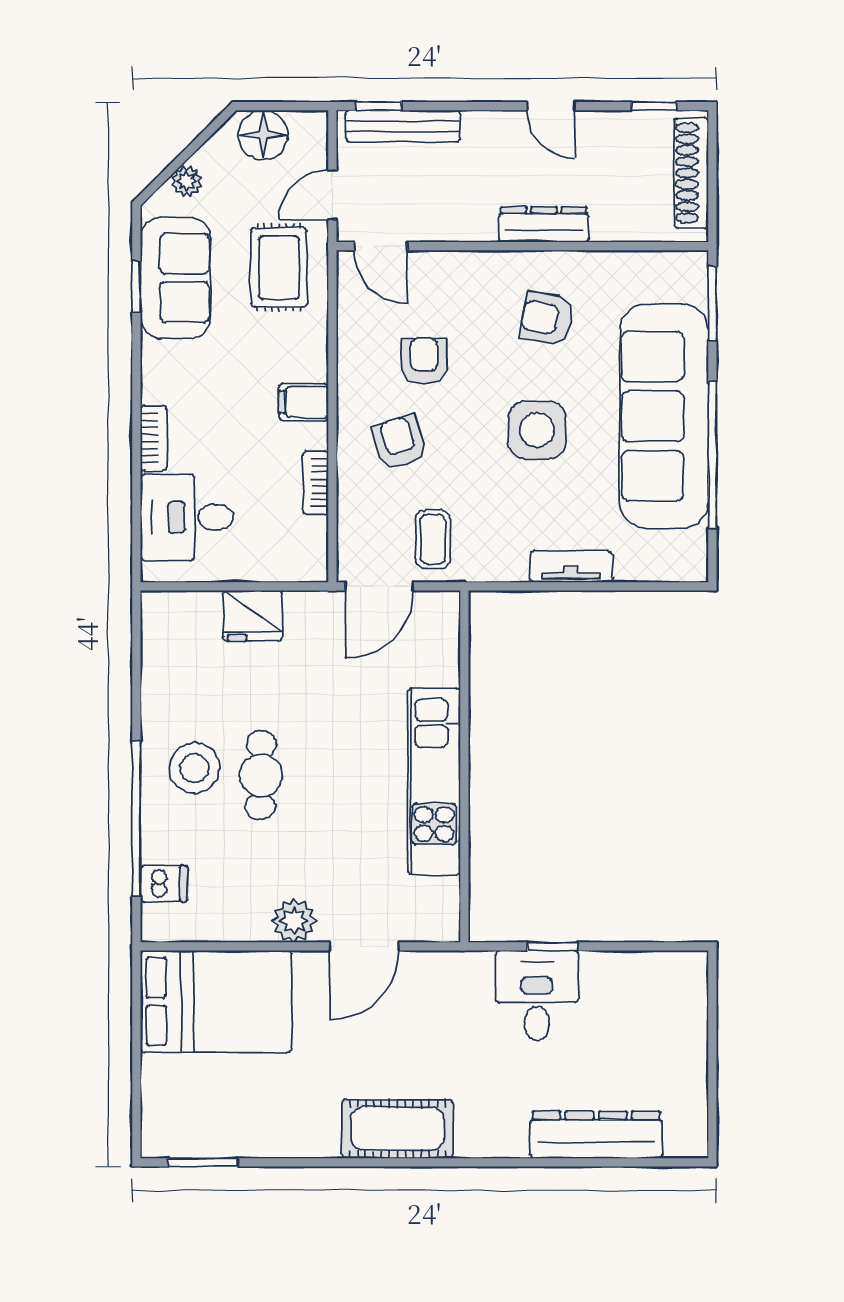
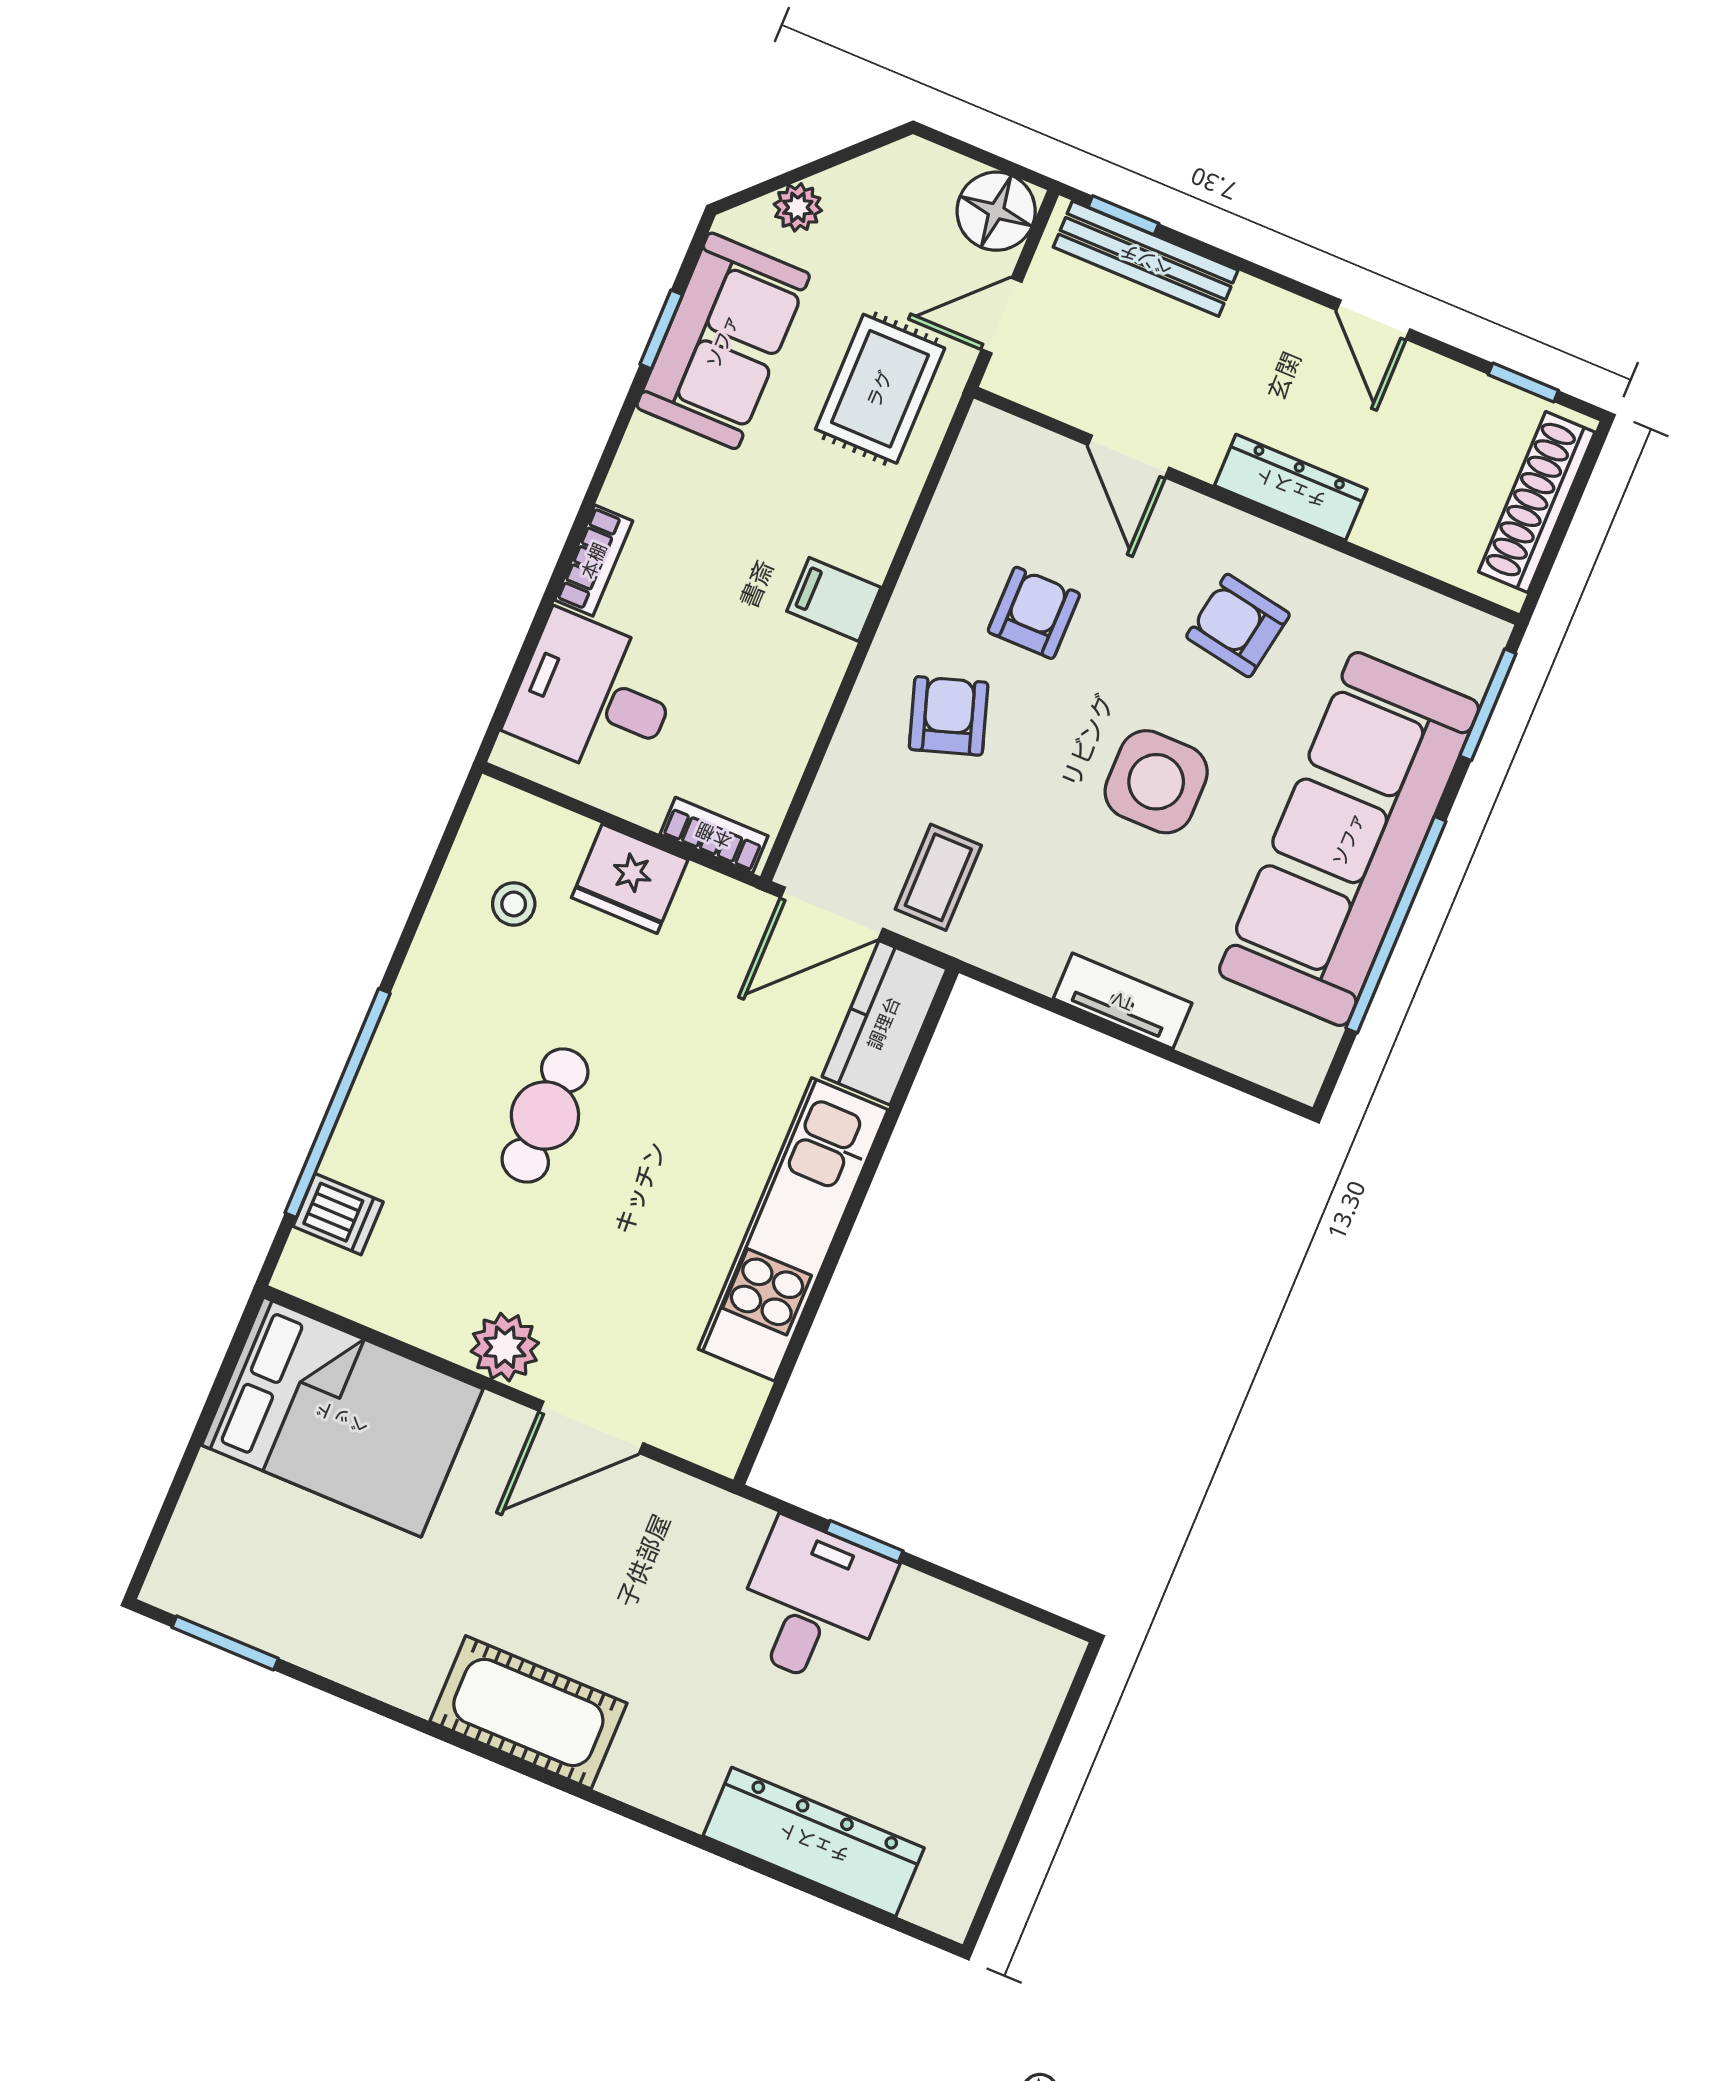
floor lamp: (263, 135) -> (996, 211), moved
door: (381, 246) -> (1128, 456), moved
bookcase: (316, 483) -> (714, 835), moved, turned 90
kitchen counter: (437, 638) -> (884, 1023), added
stool: (195, 768) -> (514, 904), moved, width x0.53, depth x0.53

